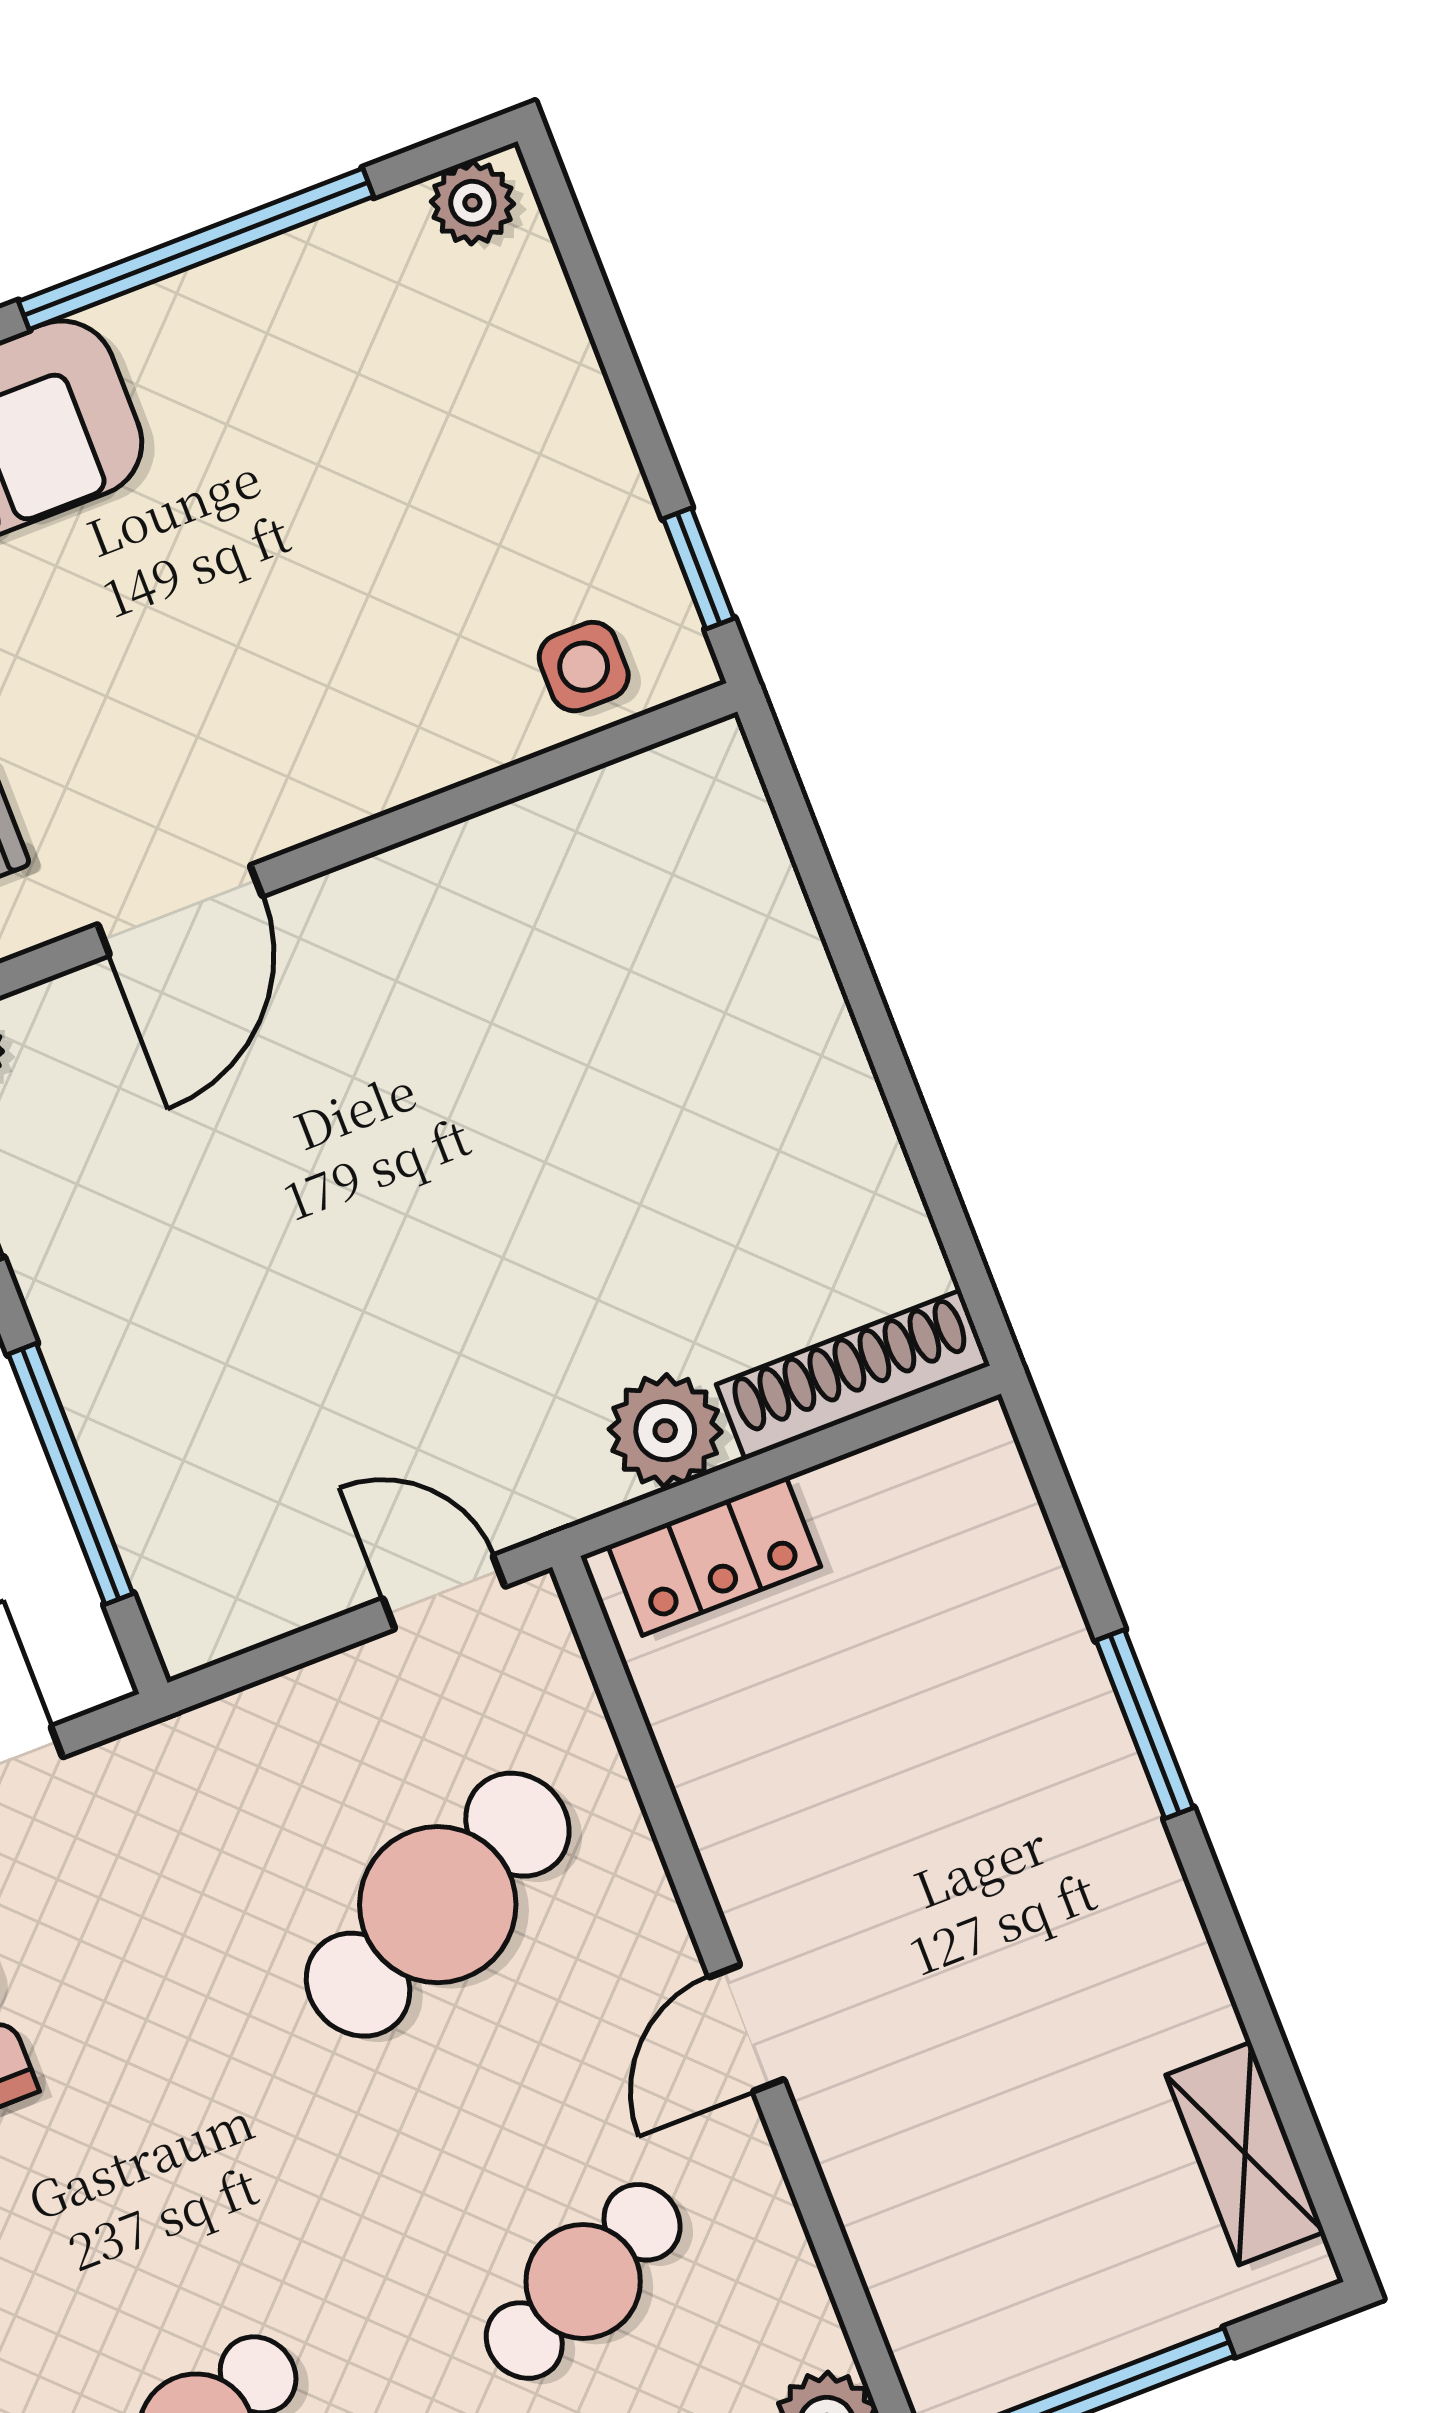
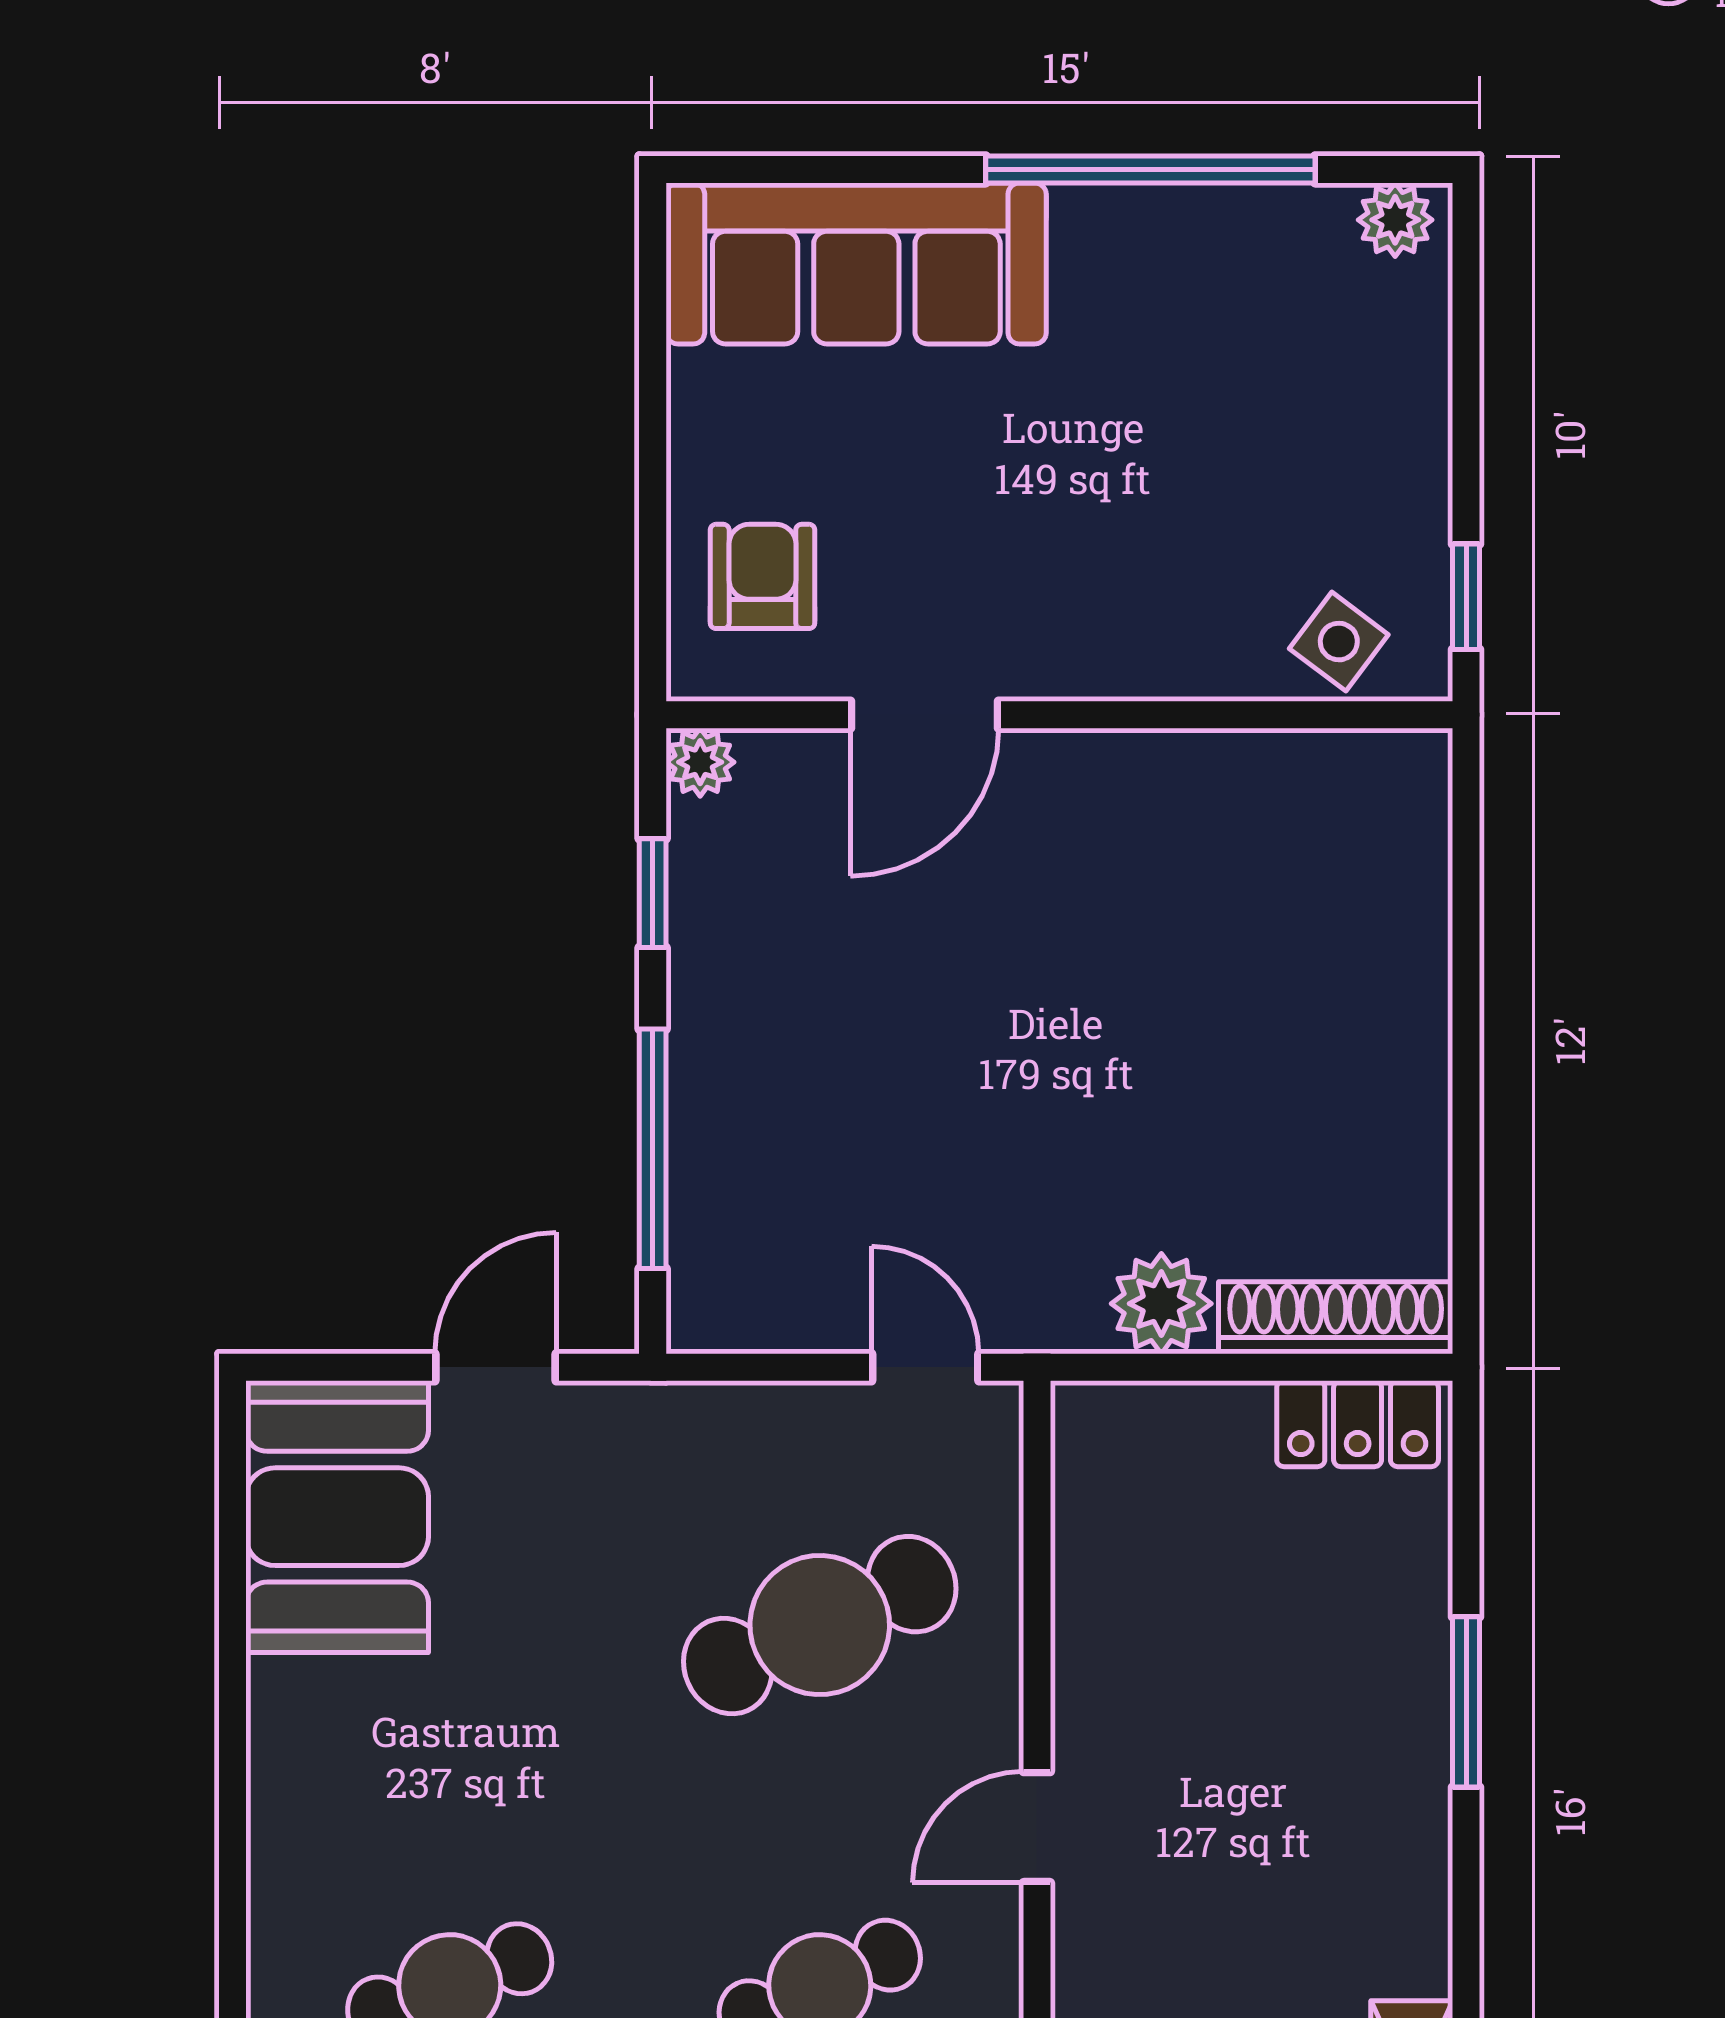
side table: (584, 667) -> (1339, 642), turned 37
locker: (714, 1556) -> (1358, 1424), moved

